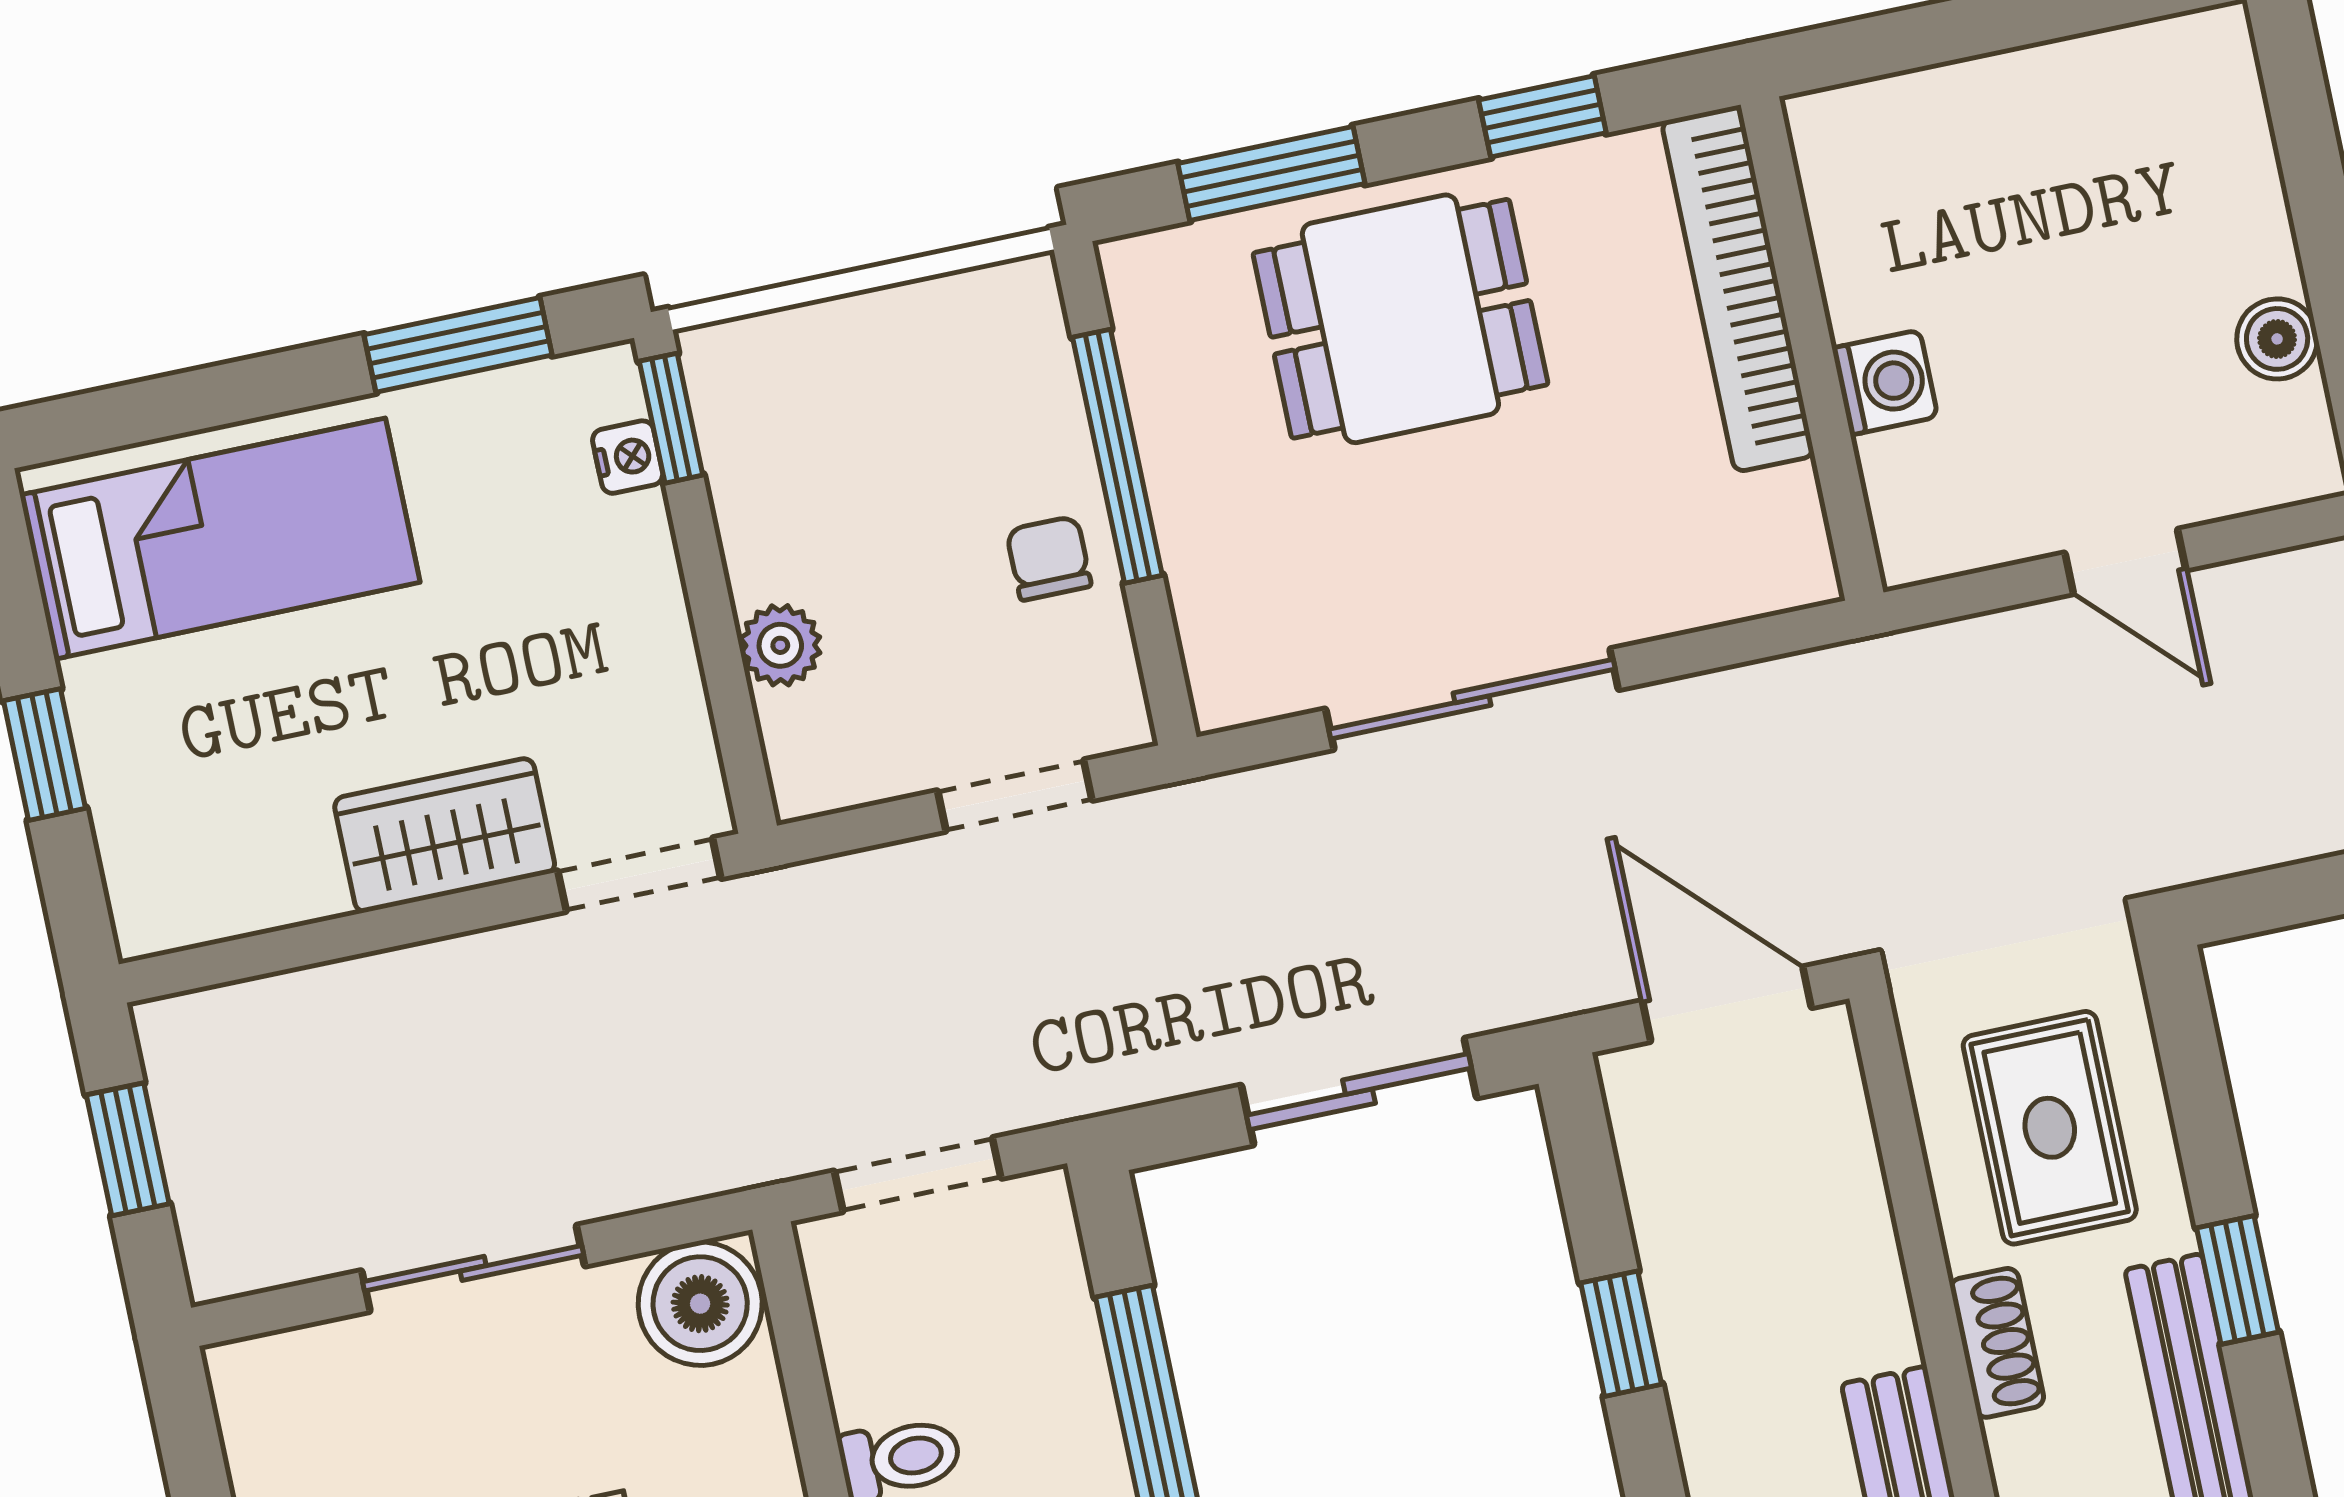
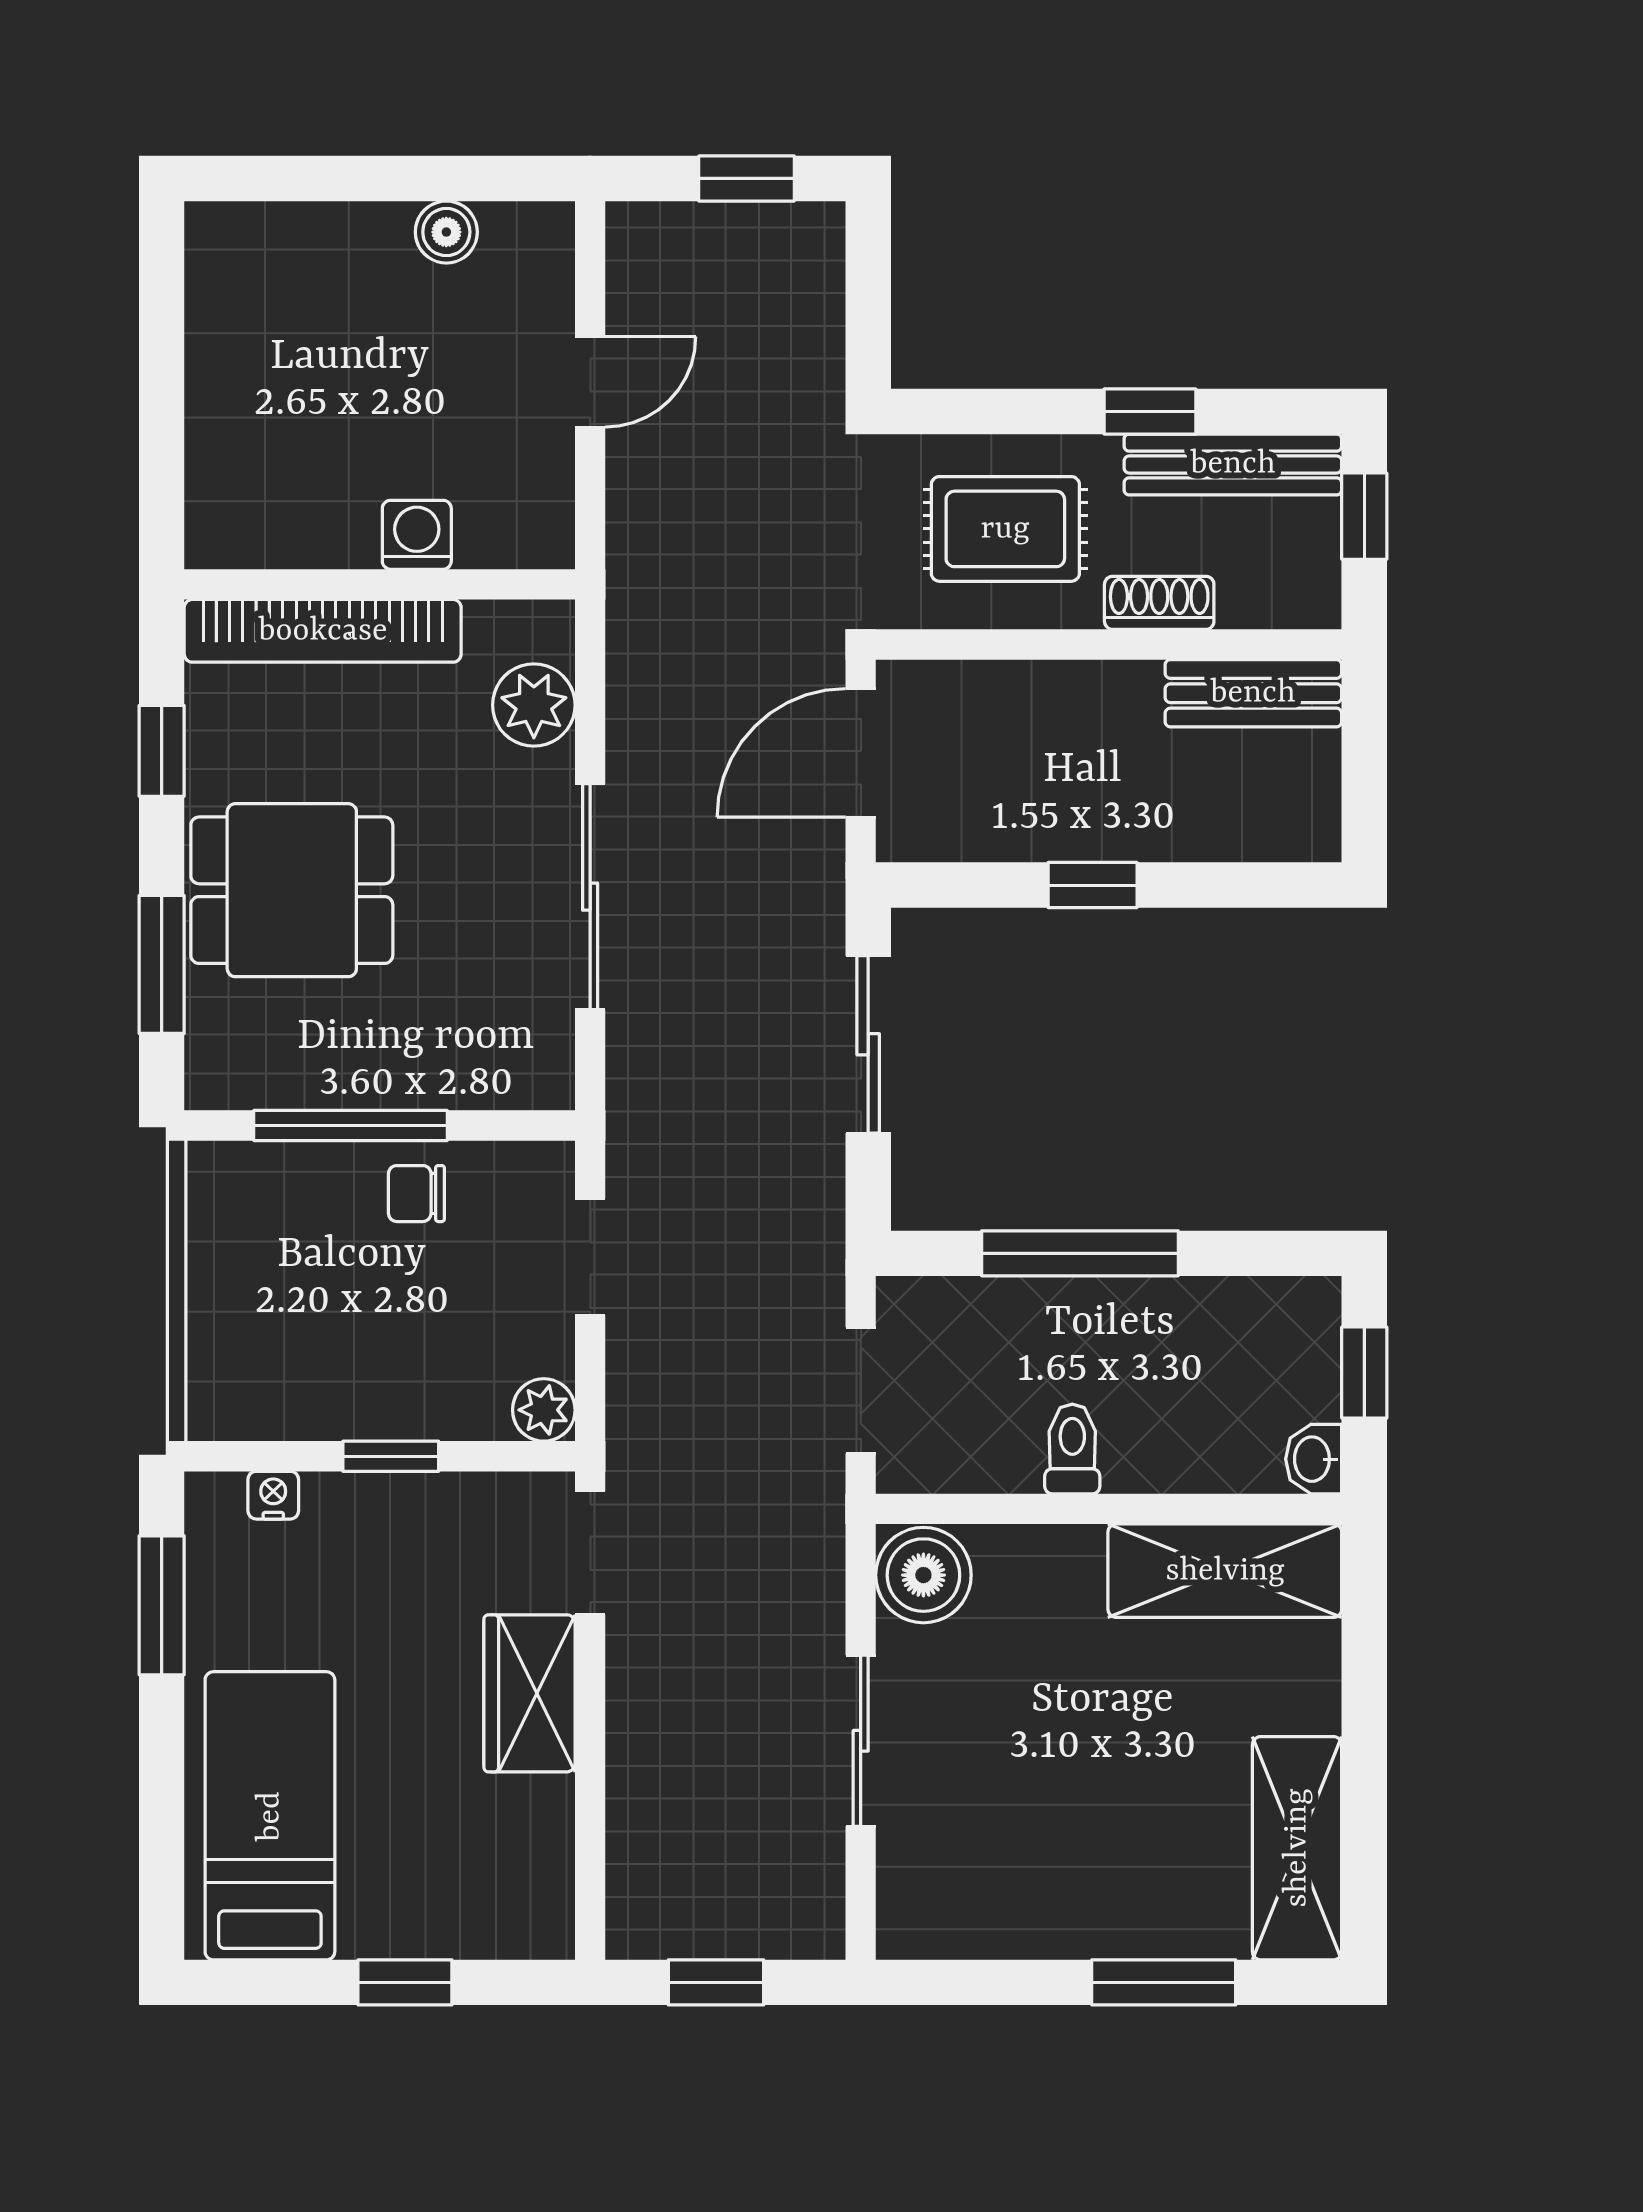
dining table: (1400, 319) -> (292, 890), turned 90
window: (671, 418) -> (391, 1456), moved
plant: (1700, 577) -> (534, 705), added
plant: (780, 645) -> (544, 1410), moved

